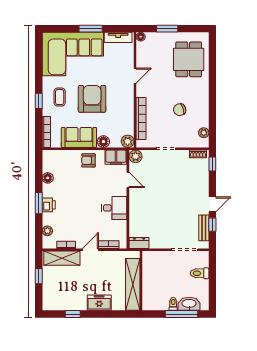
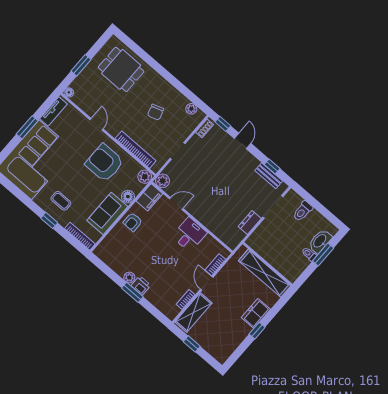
armchair: (92, 99) -> (104, 163), moved
floor lamp: (48, 178) -> (118, 267), removed
door: (212, 204) -> (243, 141), moved
plant: (47, 231) -> (129, 277), moved
dresser: (139, 243) -> (250, 223), moved
window: (73, 314) -> (257, 331), moved
window: (182, 314) -> (323, 254), width x0.69

